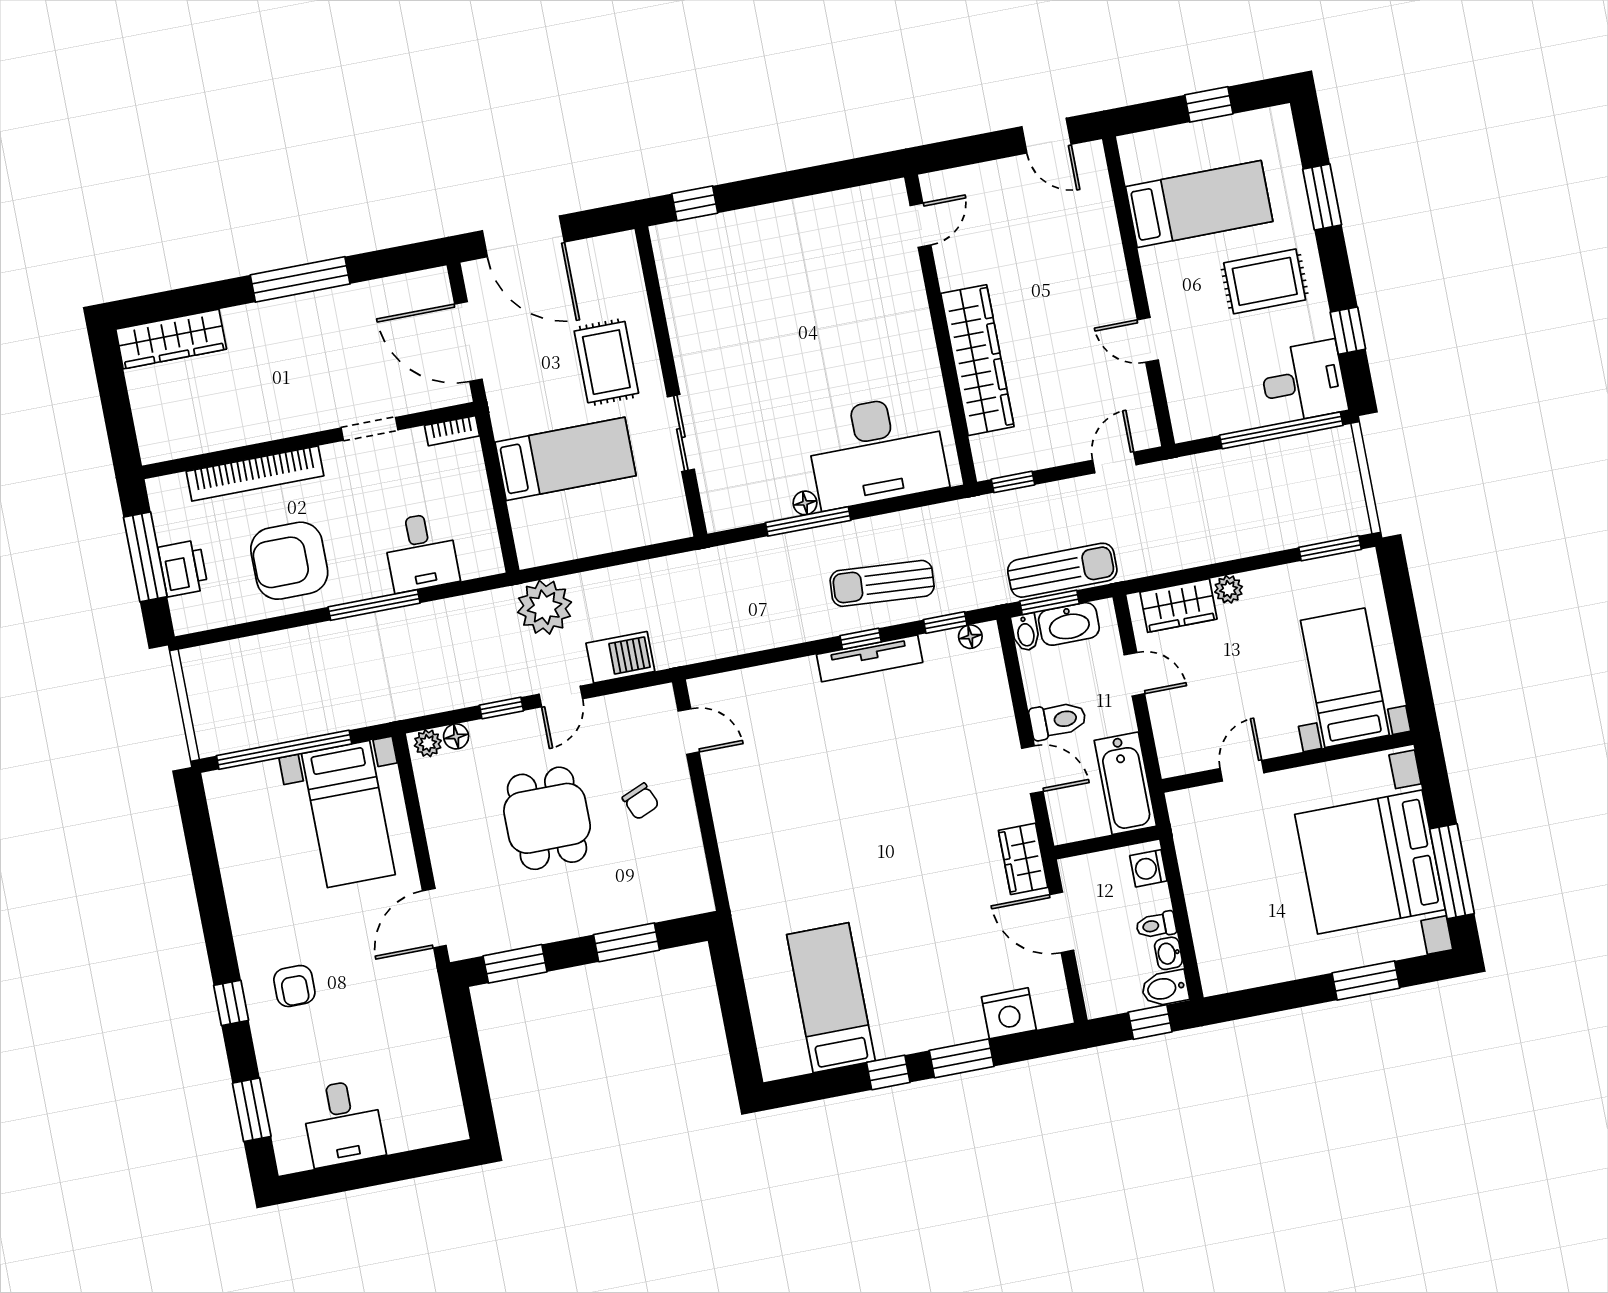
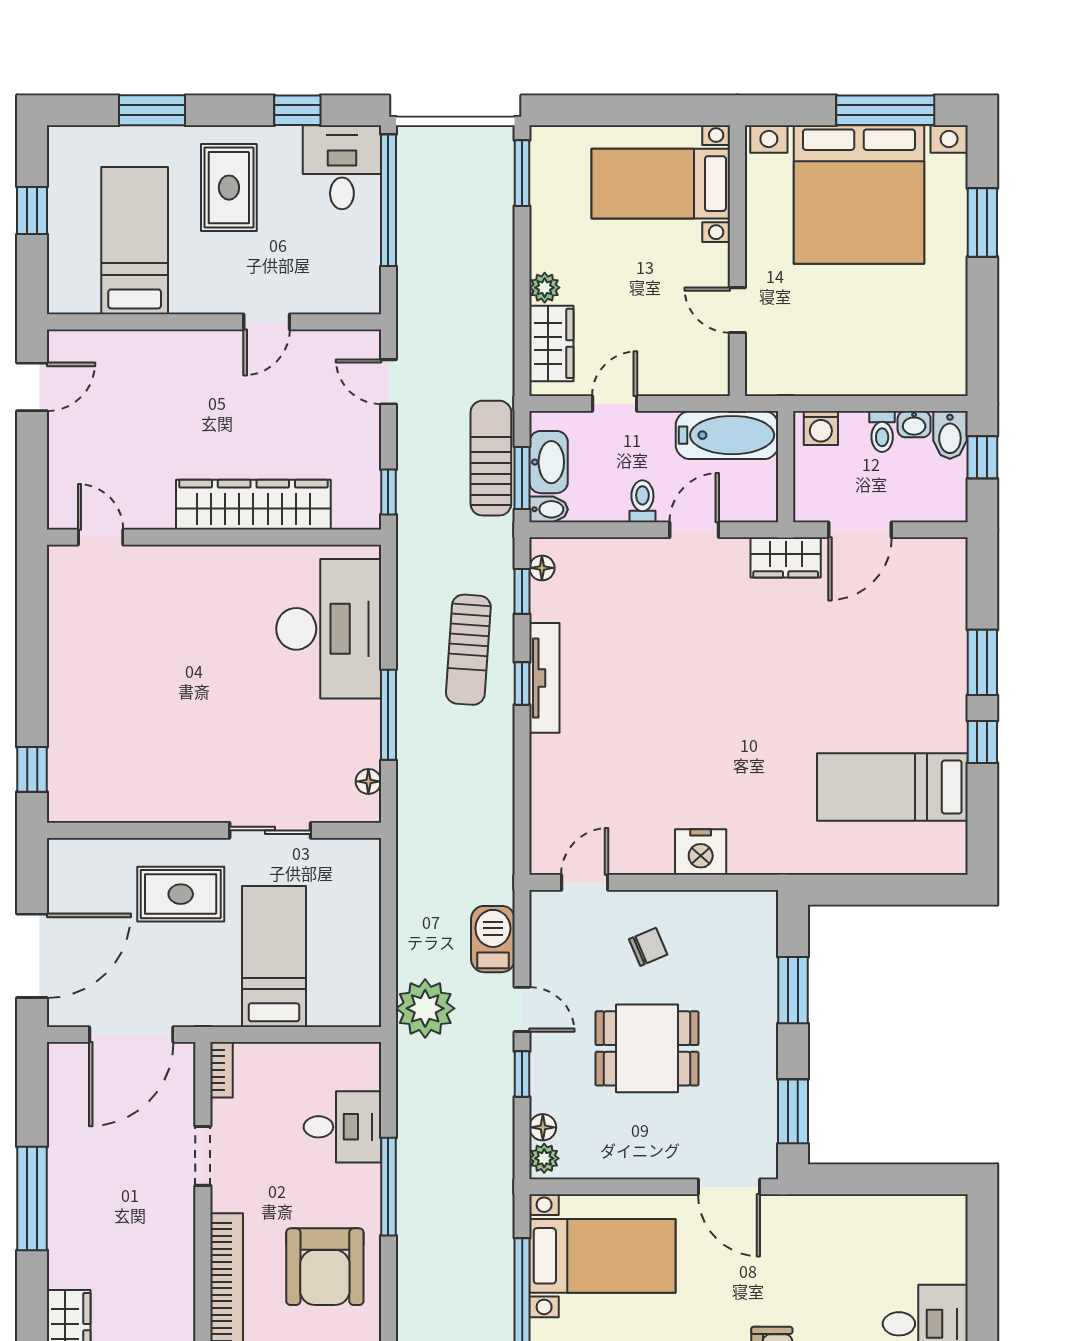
floor lamp: (805, 503) -> (368, 781), moved
toilet: (1058, 720) -> (642, 501), width x0.73, depth x0.72
nightstand: (1009, 1013) -> (701, 852), moved, turned 90

